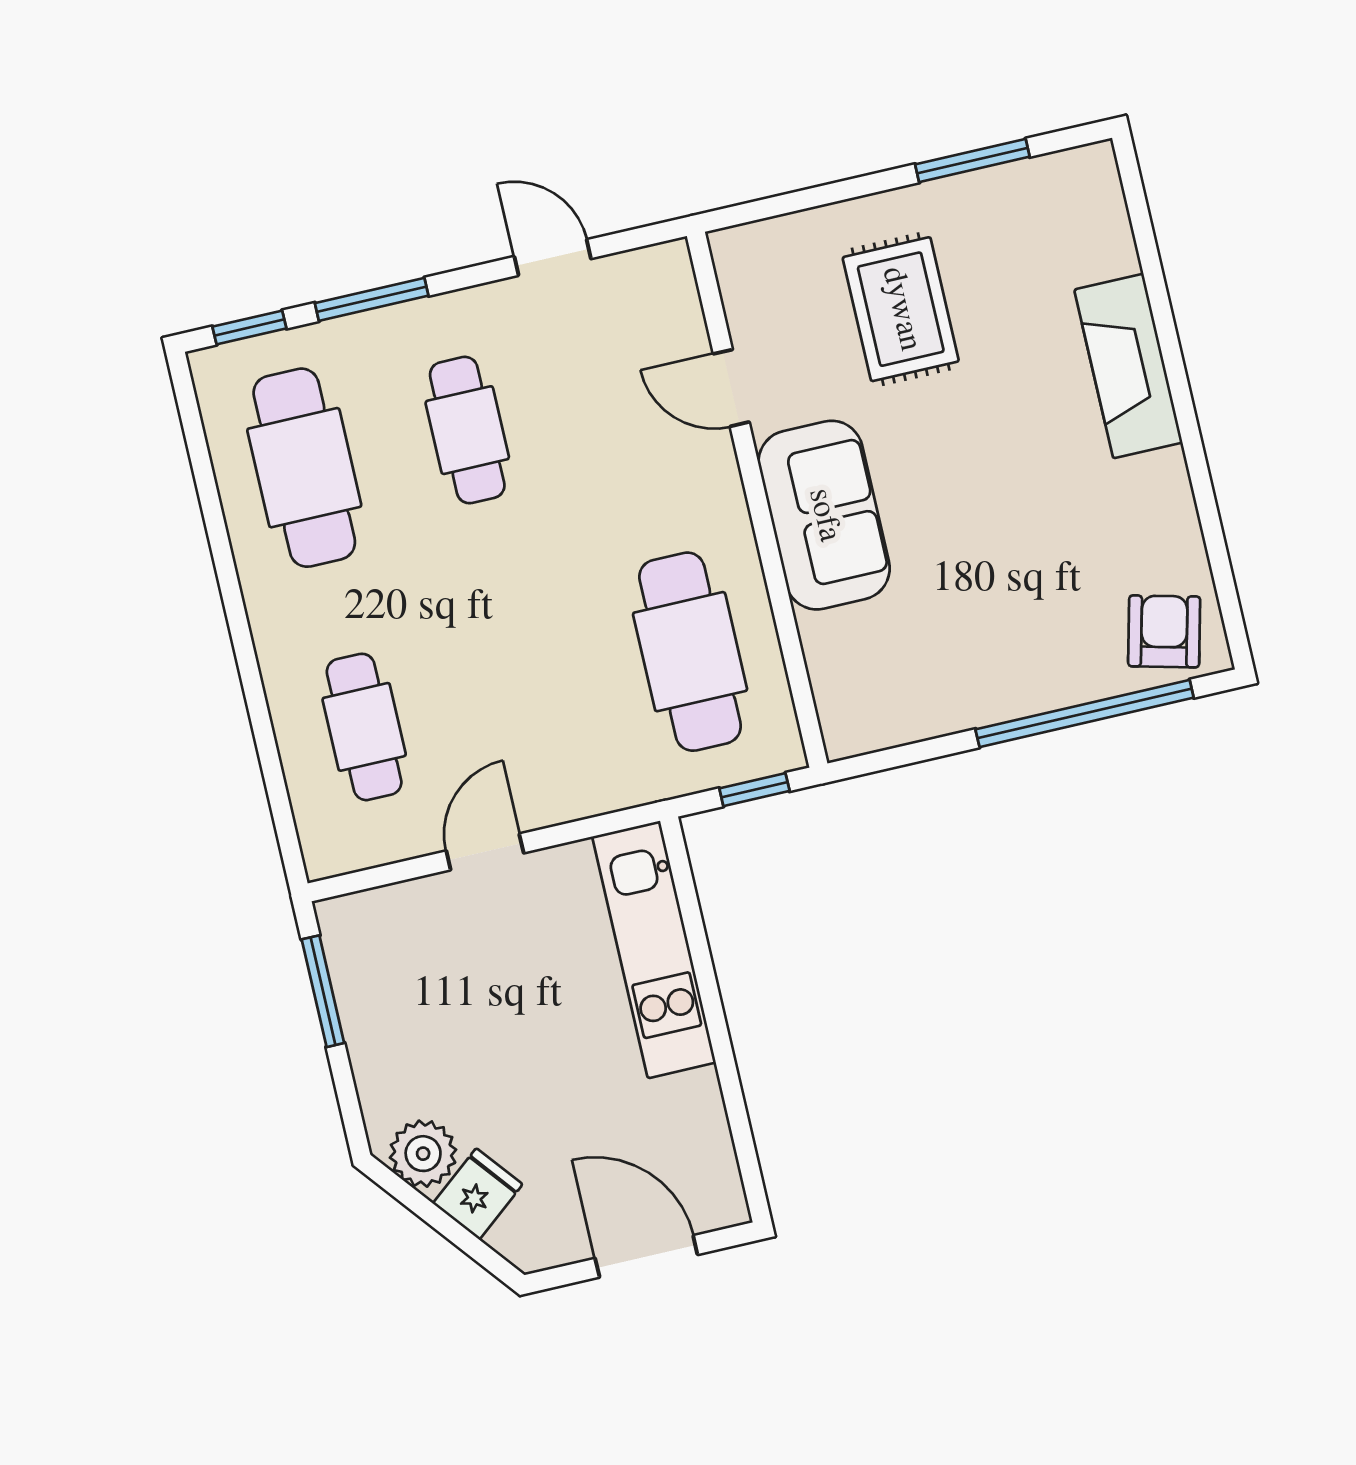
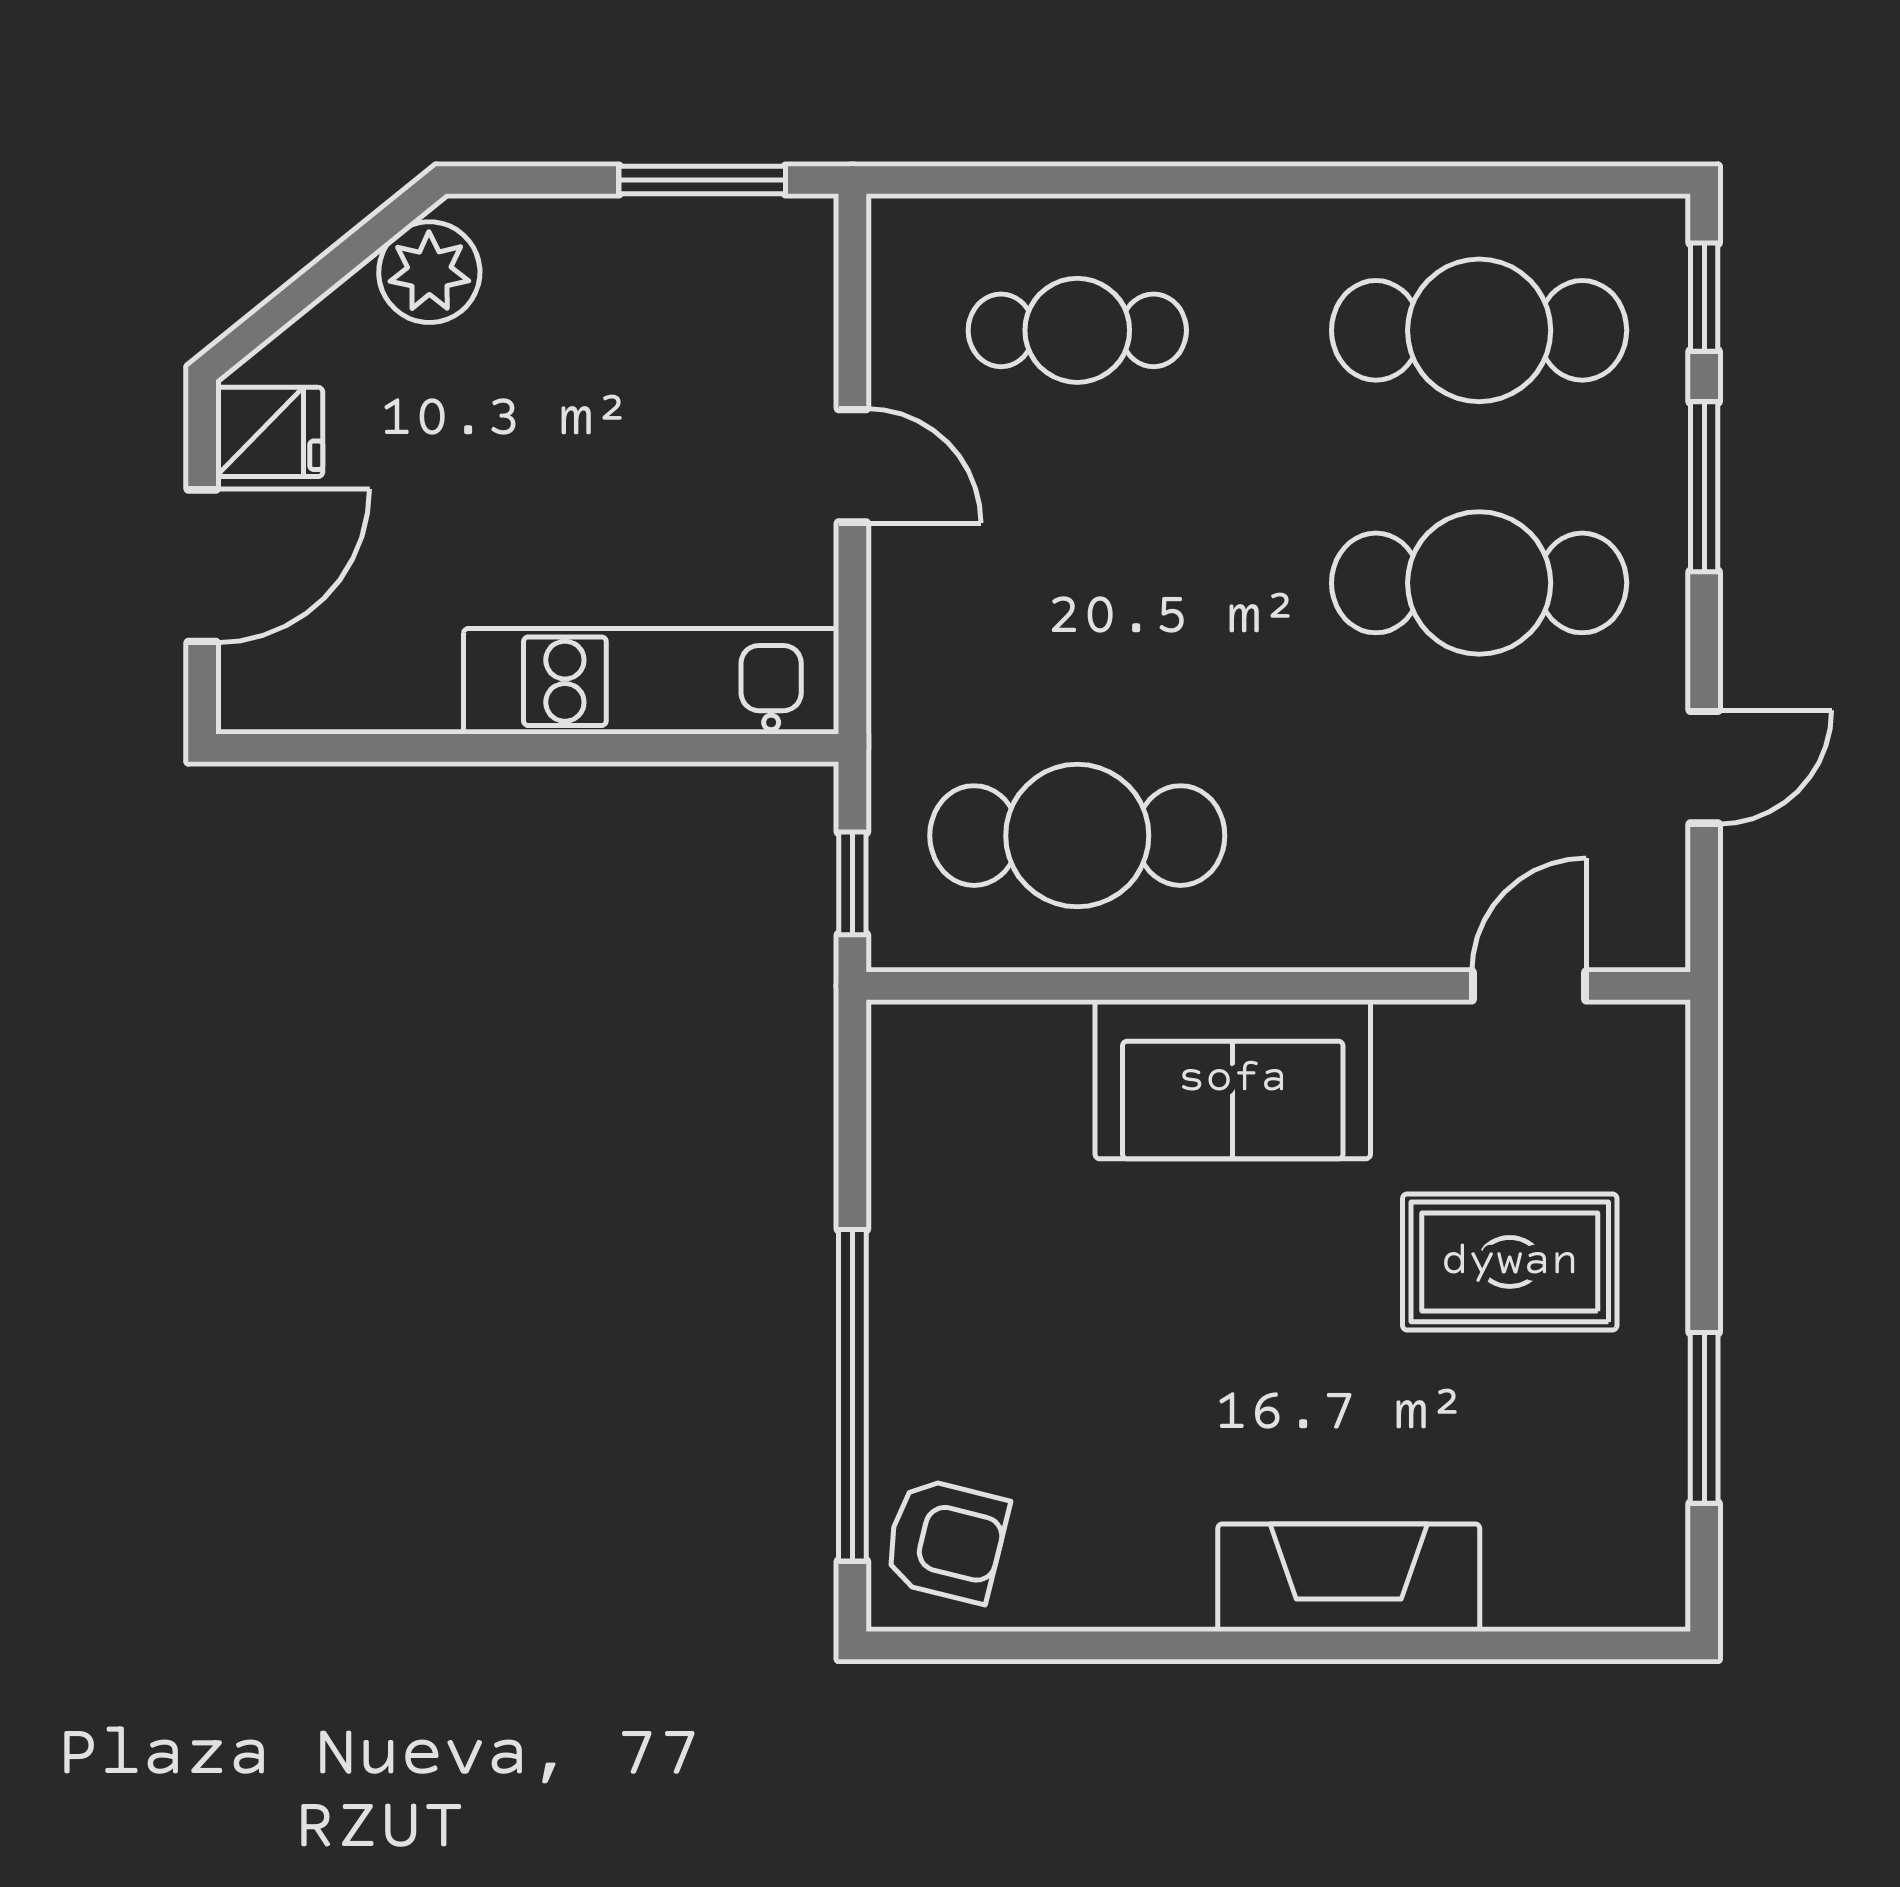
door: (731, 388) -> (1529, 986), moved
cafe table: (467, 430) -> (1479, 583), width x1.37, depth x1.35
fridge: (478, 1194) -> (269, 432), moved, turned -51

